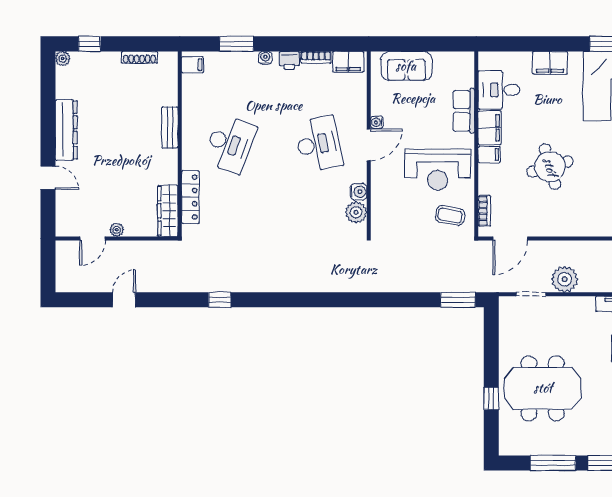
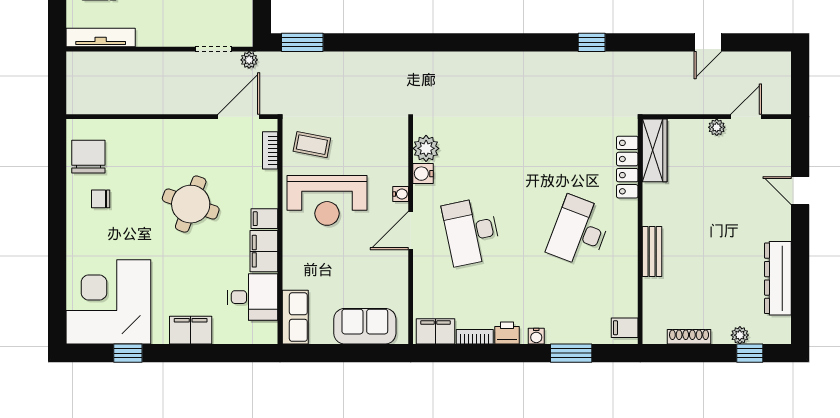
plant: (63, 59) -> (740, 335), moved
row of seats: (464, 111) -> (295, 317), moved
water cooler: (377, 122) -> (401, 194), moved
dresser: (66, 130) -> (778, 278), moved
round table: (550, 167) -> (191, 204), turned 36
reception desk: (438, 170) -> (327, 200), turned 180
plant: (565, 279) -> (249, 60), moved, width x0.53, depth x0.53

